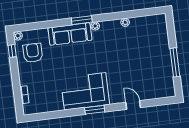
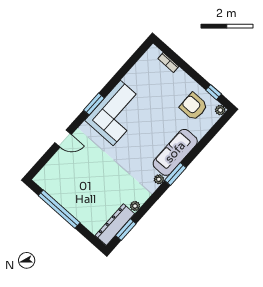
window: (144, 12) -> (126, 230), added
dresser: (148, 22) -> (115, 225), added
armchair: (33, 53) -> (194, 106), turned 180
window: (175, 62) -> (59, 209), width x1.46

